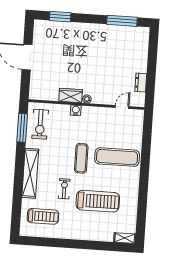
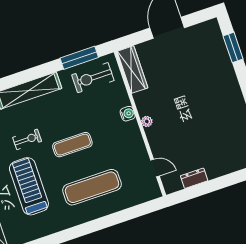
wardrobe: (71, 96) -> (133, 70), moved, width x1.50
exercise mat: (117, 157) -> (92, 187), turned 90
treadmill: (98, 201) -> (29, 186), turned 180

